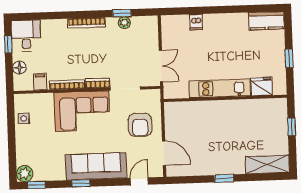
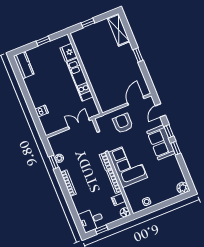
floor lamp: (19, 68) -> (125, 212), moved
armchair: (140, 125) -> (123, 123), turned -90
sofa: (96, 166) -> (161, 142), width x0.73
door: (139, 181) -> (160, 110), hinge flipped
window: (36, 185) -> (169, 131), moved

